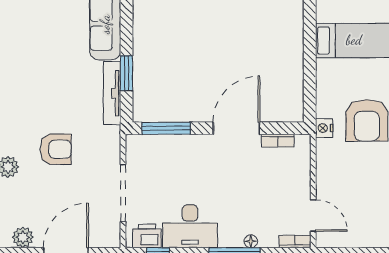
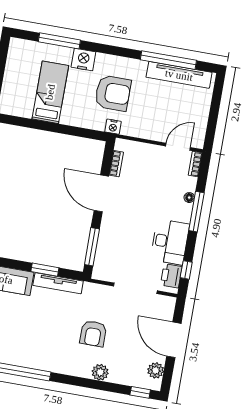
armchair: (56, 149) -> (93, 334), turned 180

